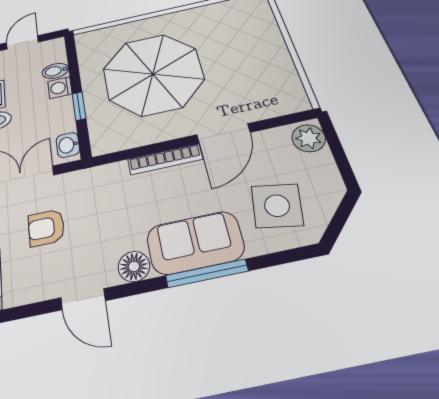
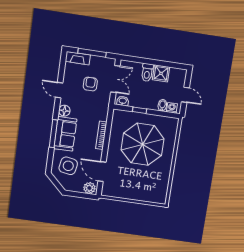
washing machine: (60, 88) -> (172, 108), moved
door: (223, 133) -> (102, 172), moved
door: (83, 299) -> (59, 90), hinge flipped

